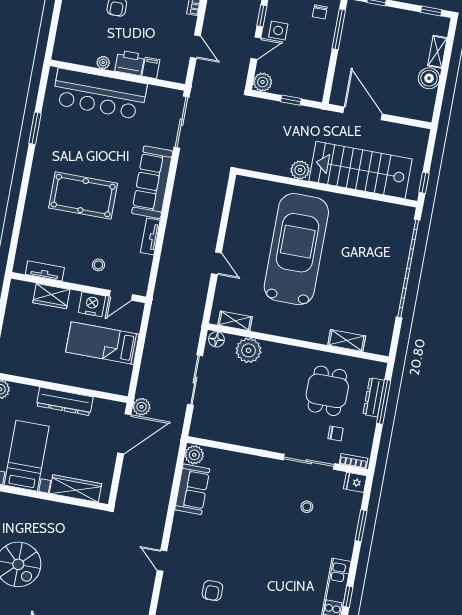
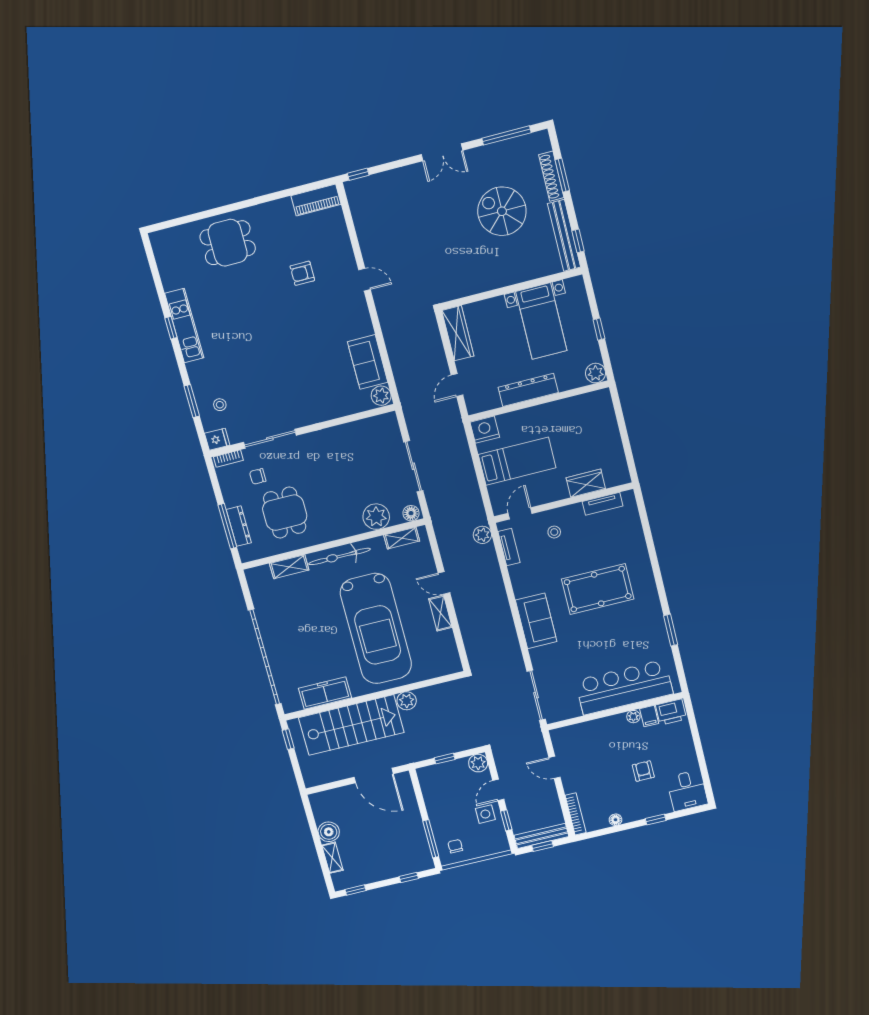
printer: (130, 63) -> (671, 712), moved
filing cabinet: (151, 68) -> (649, 716), moved
sofa: (152, 182) -> (536, 621), width x0.73
freezer: (370, 211) -> (325, 693), added
tv unit: (150, 236) -> (509, 547), moved
shelving: (232, 237) -> (440, 613), added
nightstand: (92, 304) -> (485, 430), moved, turned 180
bicycle: (298, 329) -> (339, 556), added
plant: (141, 407) -> (482, 535), moved
door: (124, 434) -> (457, 385), width x0.53
wardrobe: (75, 489) -> (458, 333), moved, turned -90
stool: (307, 507) -> (220, 405), moved
armchair: (212, 591) -> (302, 273), turned -90

